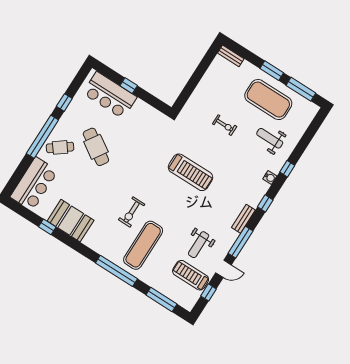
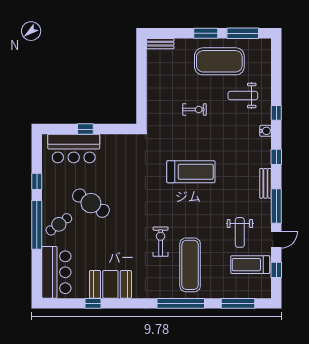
exercise bike: (132, 212) -> (161, 242), turned 180

